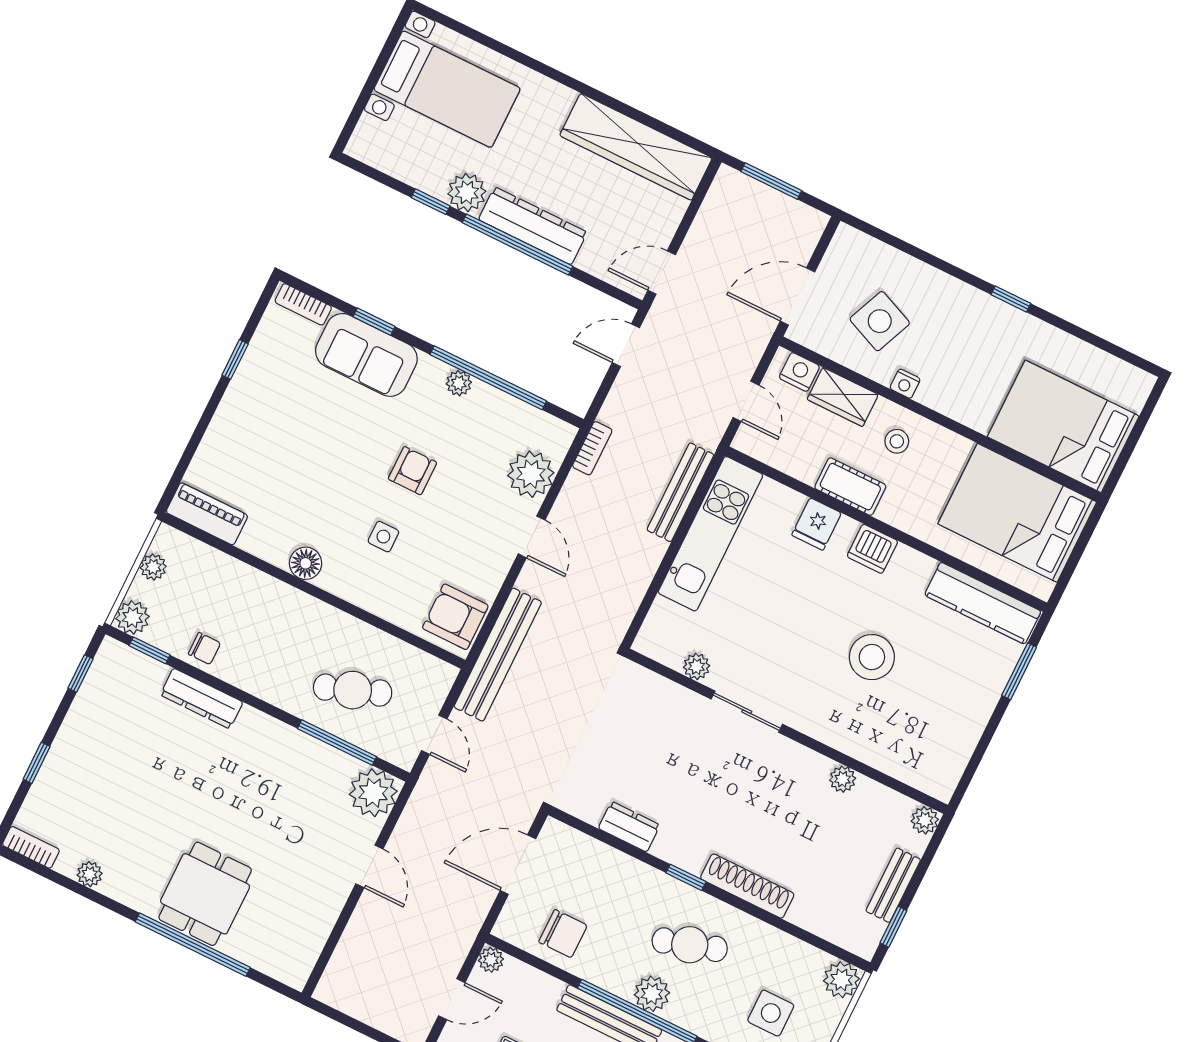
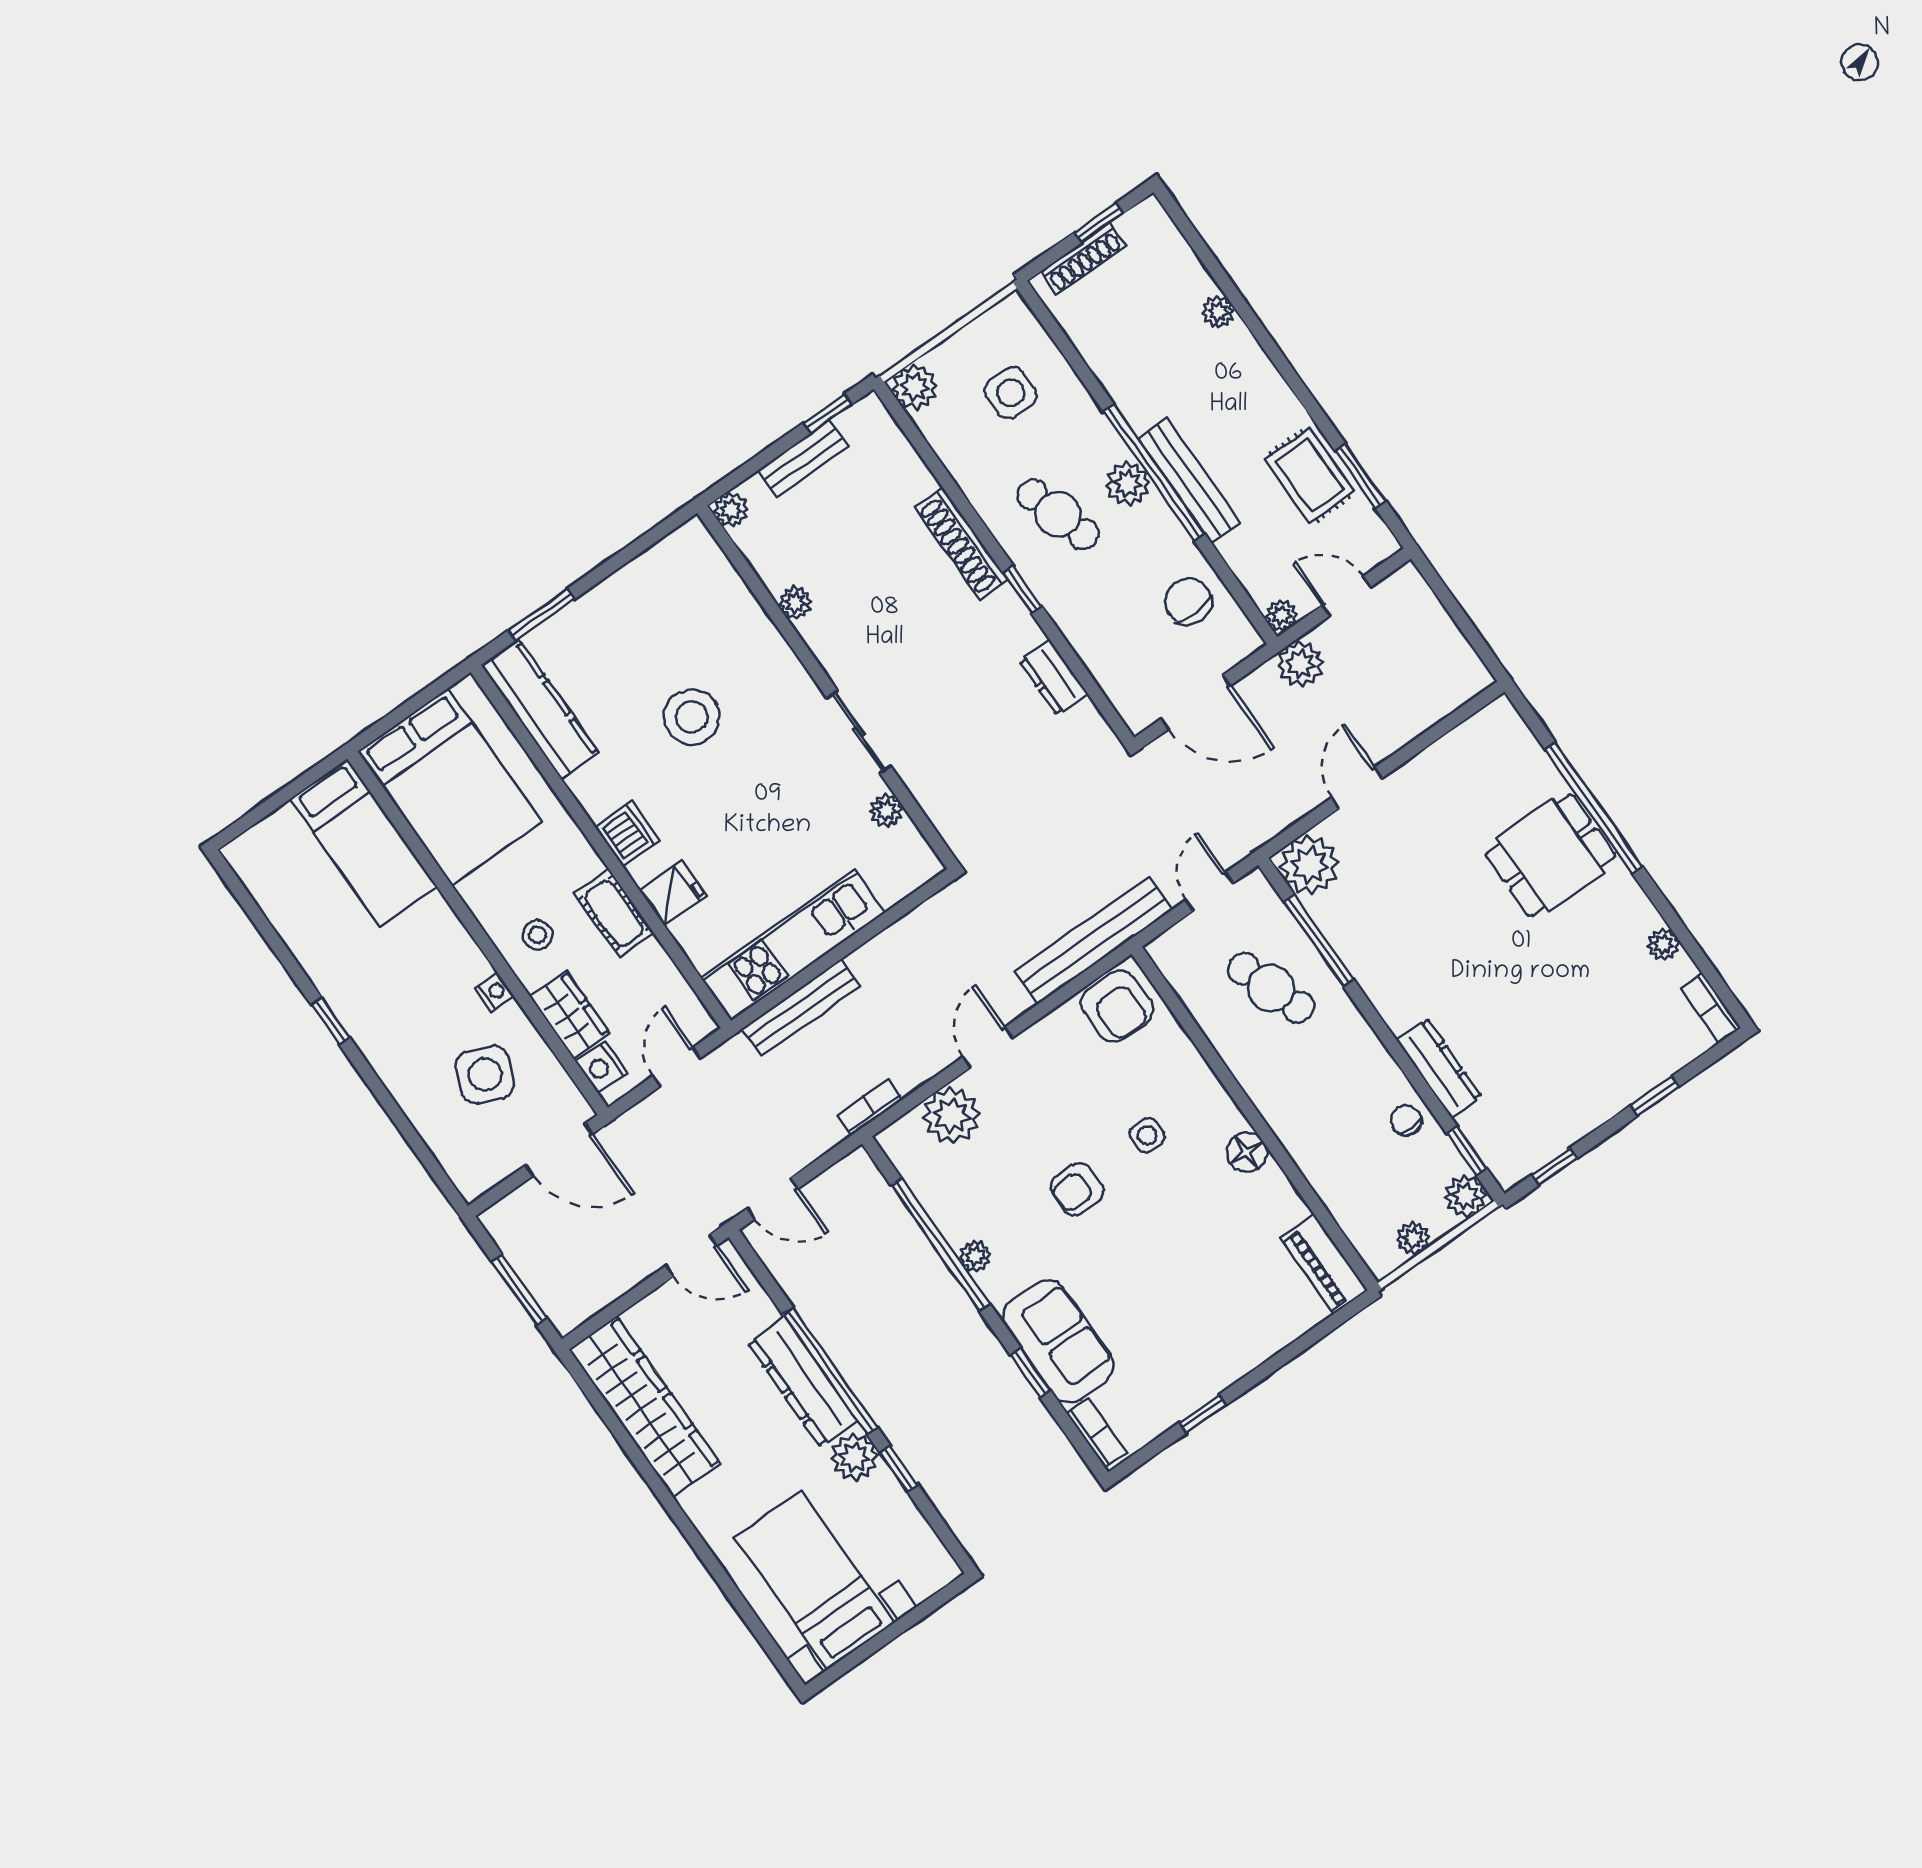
bed: (1063, 426) -> (364, 843), width x0.67
plant: (458, 933) -> (1300, 664), added

